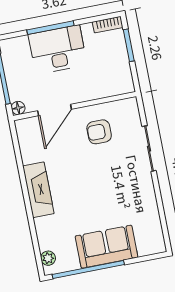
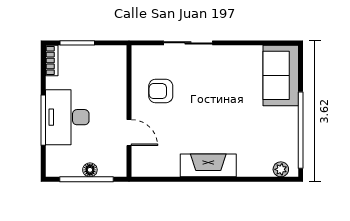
floor lamp: (18, 108) -> (90, 170), moved
door: (54, 110) -> (129, 133), width x0.73
armchair: (99, 132) -> (161, 91), turned 90
sofa: (106, 247) -> (281, 75), moved

